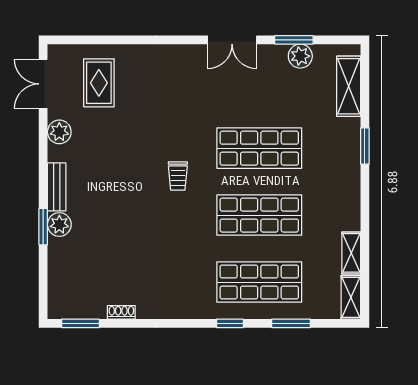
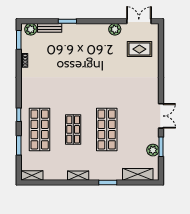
double door: (232, 40) -> (161, 116), swing flipped
trolley: (178, 176) -> (93, 89), removed
bench: (57, 187) -> (50, 28), moved
shop shelf: (259, 215) -> (73, 129), width x0.70, depth x0.74
plant: (59, 225) -> (31, 29), moved
shelving: (351, 253) -> (78, 176), moved

